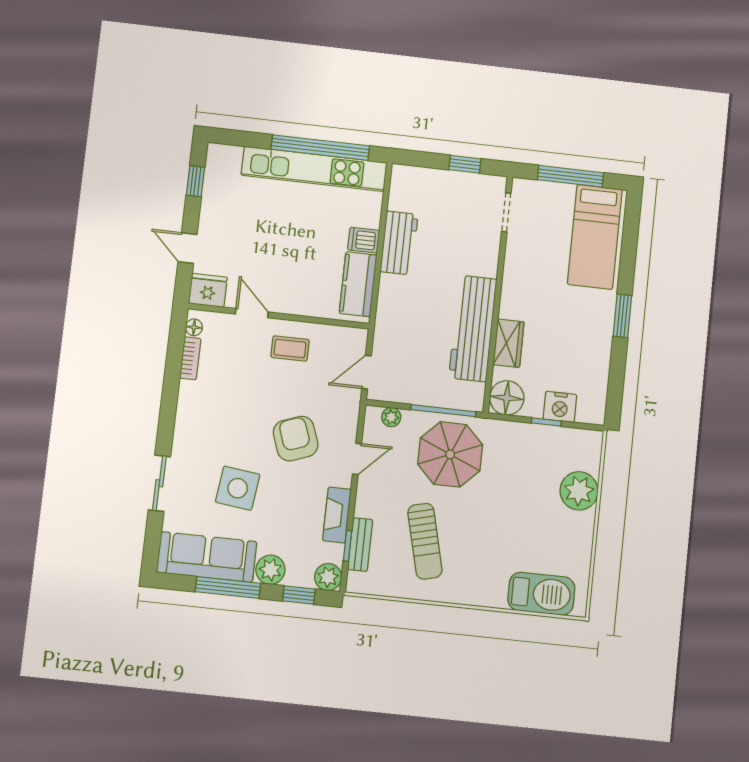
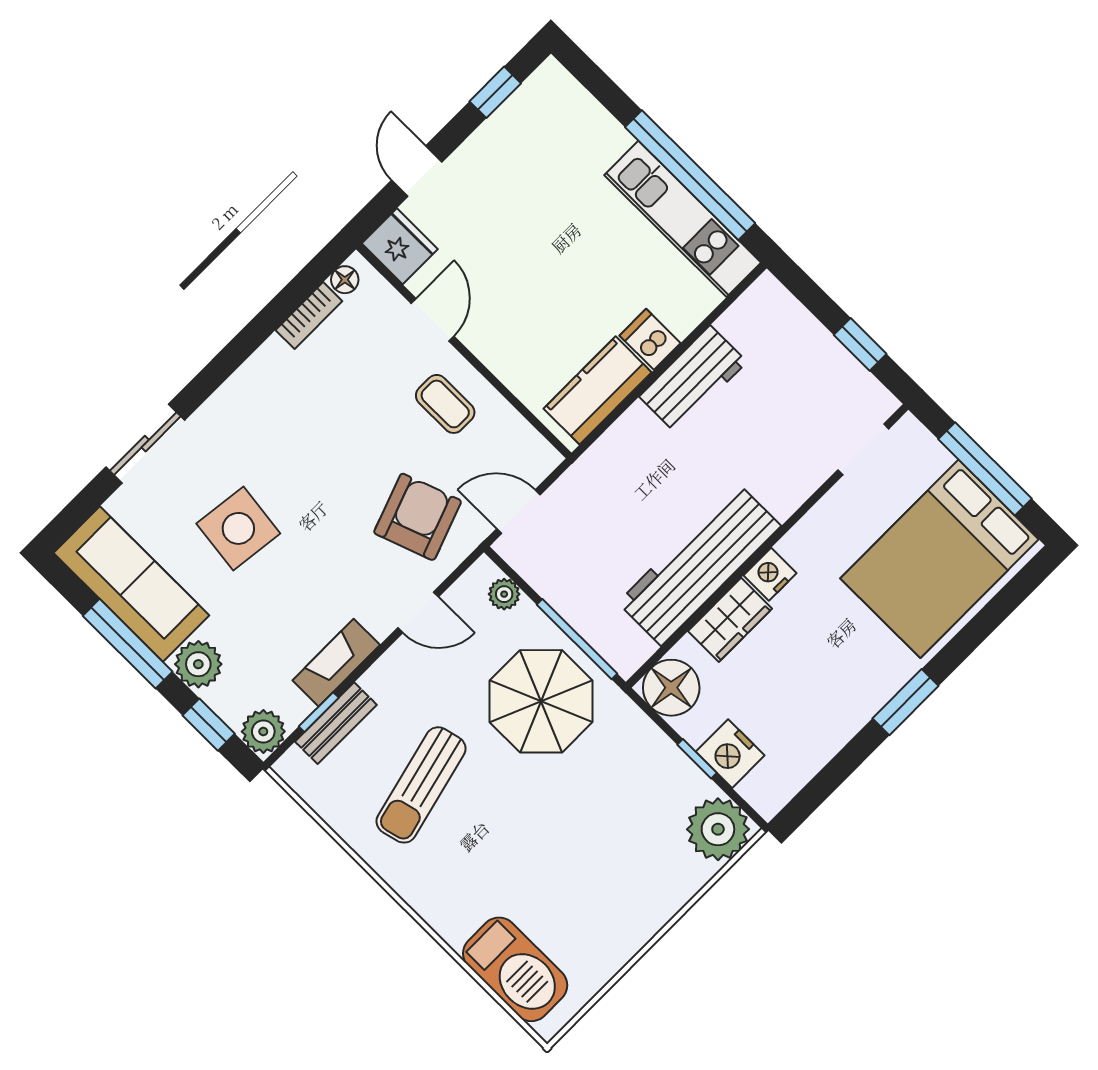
kitchen unit: (314, 169) -> (683, 219), width x0.73
bed: (595, 237) -> (939, 559), width x1.50
nightstand: (510, 306) -> (770, 574), added
armchair: (296, 439) -> (418, 517), moved
plant: (579, 491) -> (718, 829), moved

